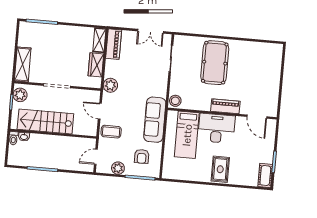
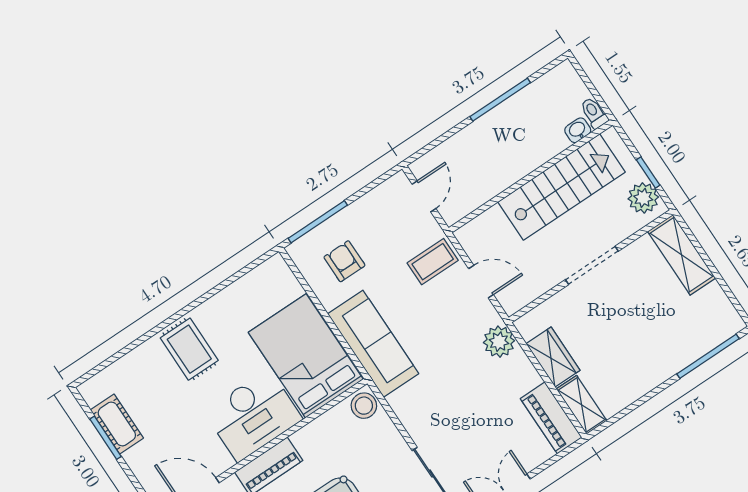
bed: (187, 135) -> (306, 356), width x1.50
plant: (118, 168) -> (369, 207), removed
cot: (265, 176) -> (117, 424), moved

